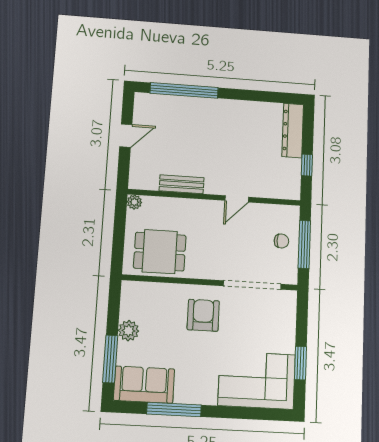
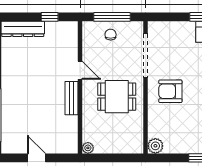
bench: (182, 184) -> (72, 98), moved
dining table: (160, 252) -> (117, 97), moved, turned 90
plant: (129, 331) -> (155, 146), moved

